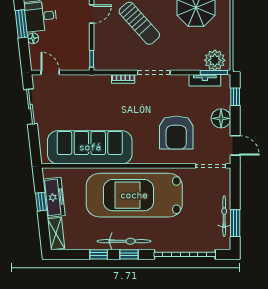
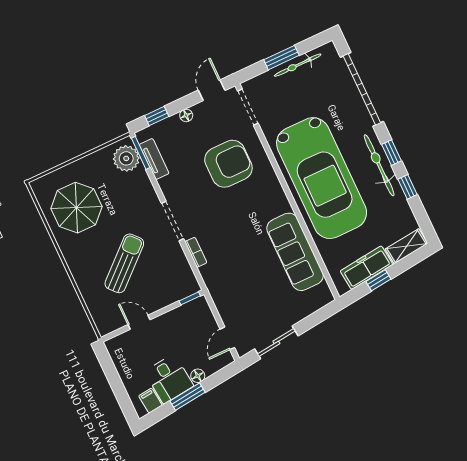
floor lamp: (221, 118) -> (186, 115), width x0.53, depth x0.53
sofa: (90, 147) -> (295, 252), width x0.74, depth x0.79
window: (235, 223) -> (281, 58), moved

